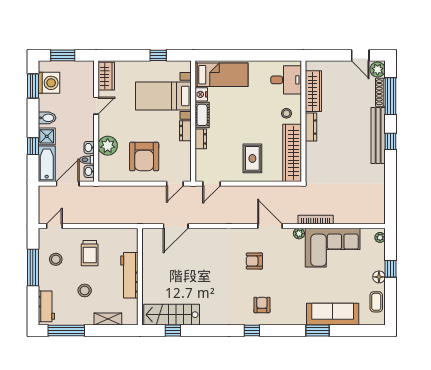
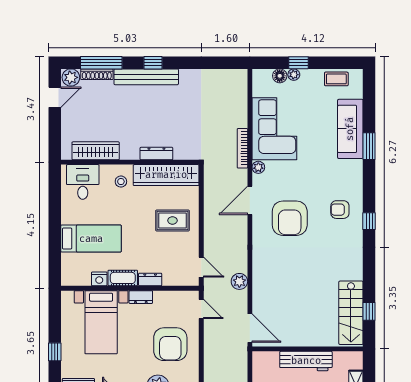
window: (158, 55) -> (55, 352), moved
bed: (222, 75) -> (91, 239), moved, turned 90
dresser: (311, 127) -> (156, 154), moved
armchair: (144, 157) -> (170, 344), turned 90
plant: (199, 217) -> (239, 281), added
door: (176, 226) -> (250, 328), moved
plant: (380, 237) -> (294, 75), moved
armchair: (254, 261) -> (290, 218), width x1.88, depth x1.88
floor lamp: (379, 277) -> (280, 76), moved

